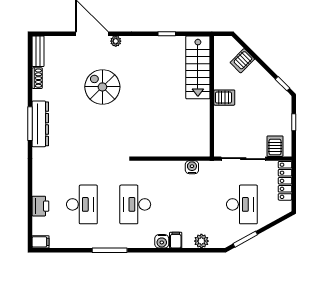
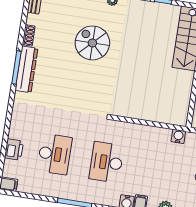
shoe rack: (37, 78) -> (29, 35), moved
water cooler: (192, 167) -> (178, 136), moved

